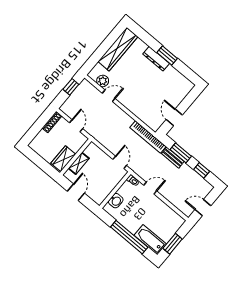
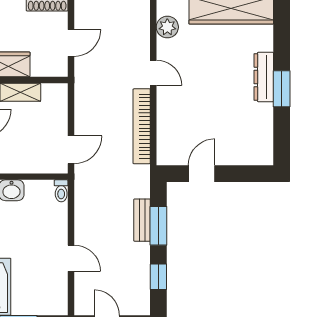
door: (109, 96) -> (153, 73), moved
bookcase: (148, 137) -> (142, 126), moved
door: (150, 188) -> (71, 258), moved

